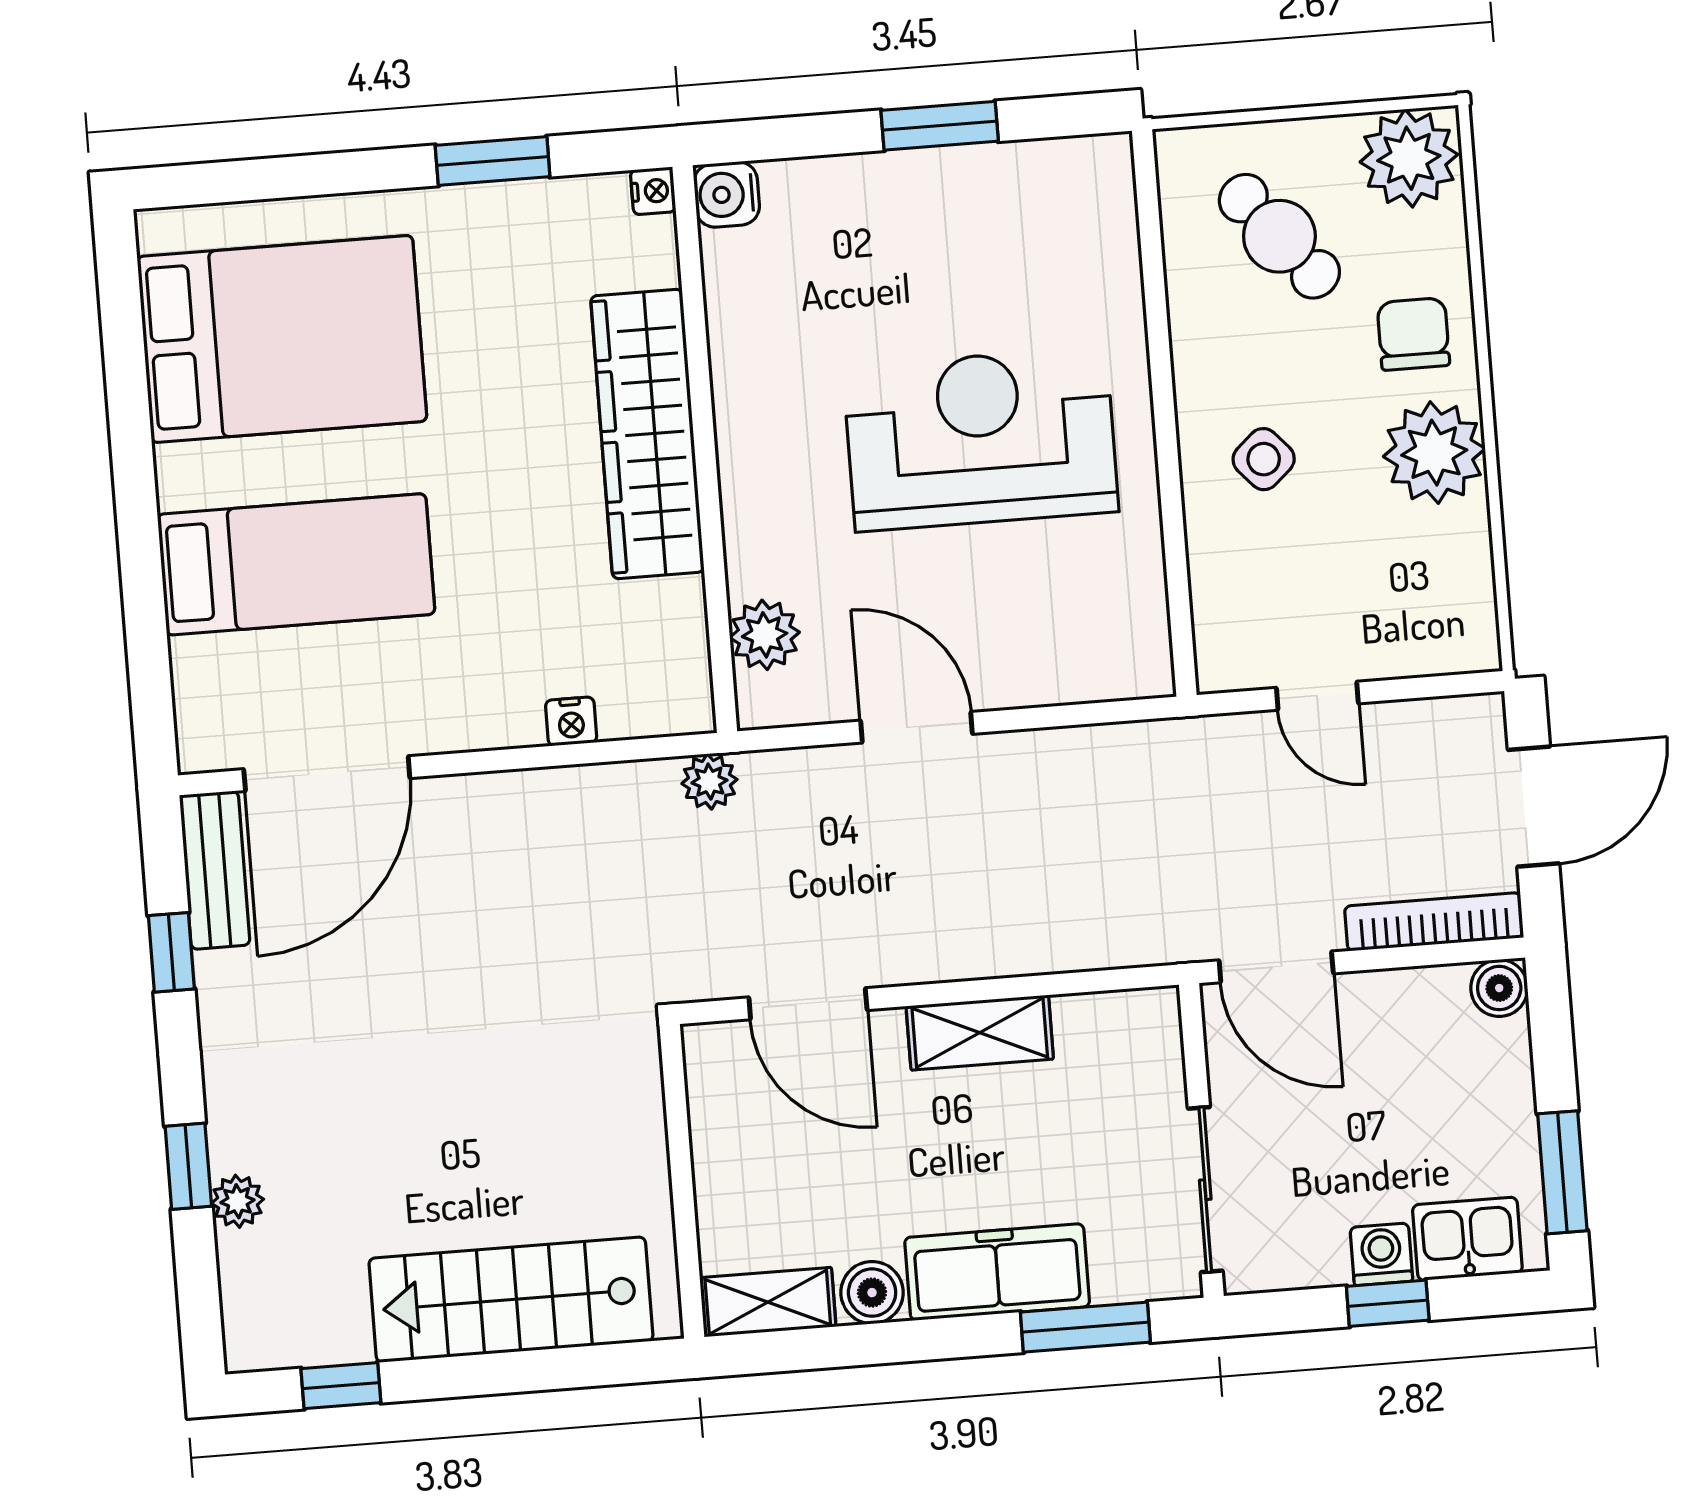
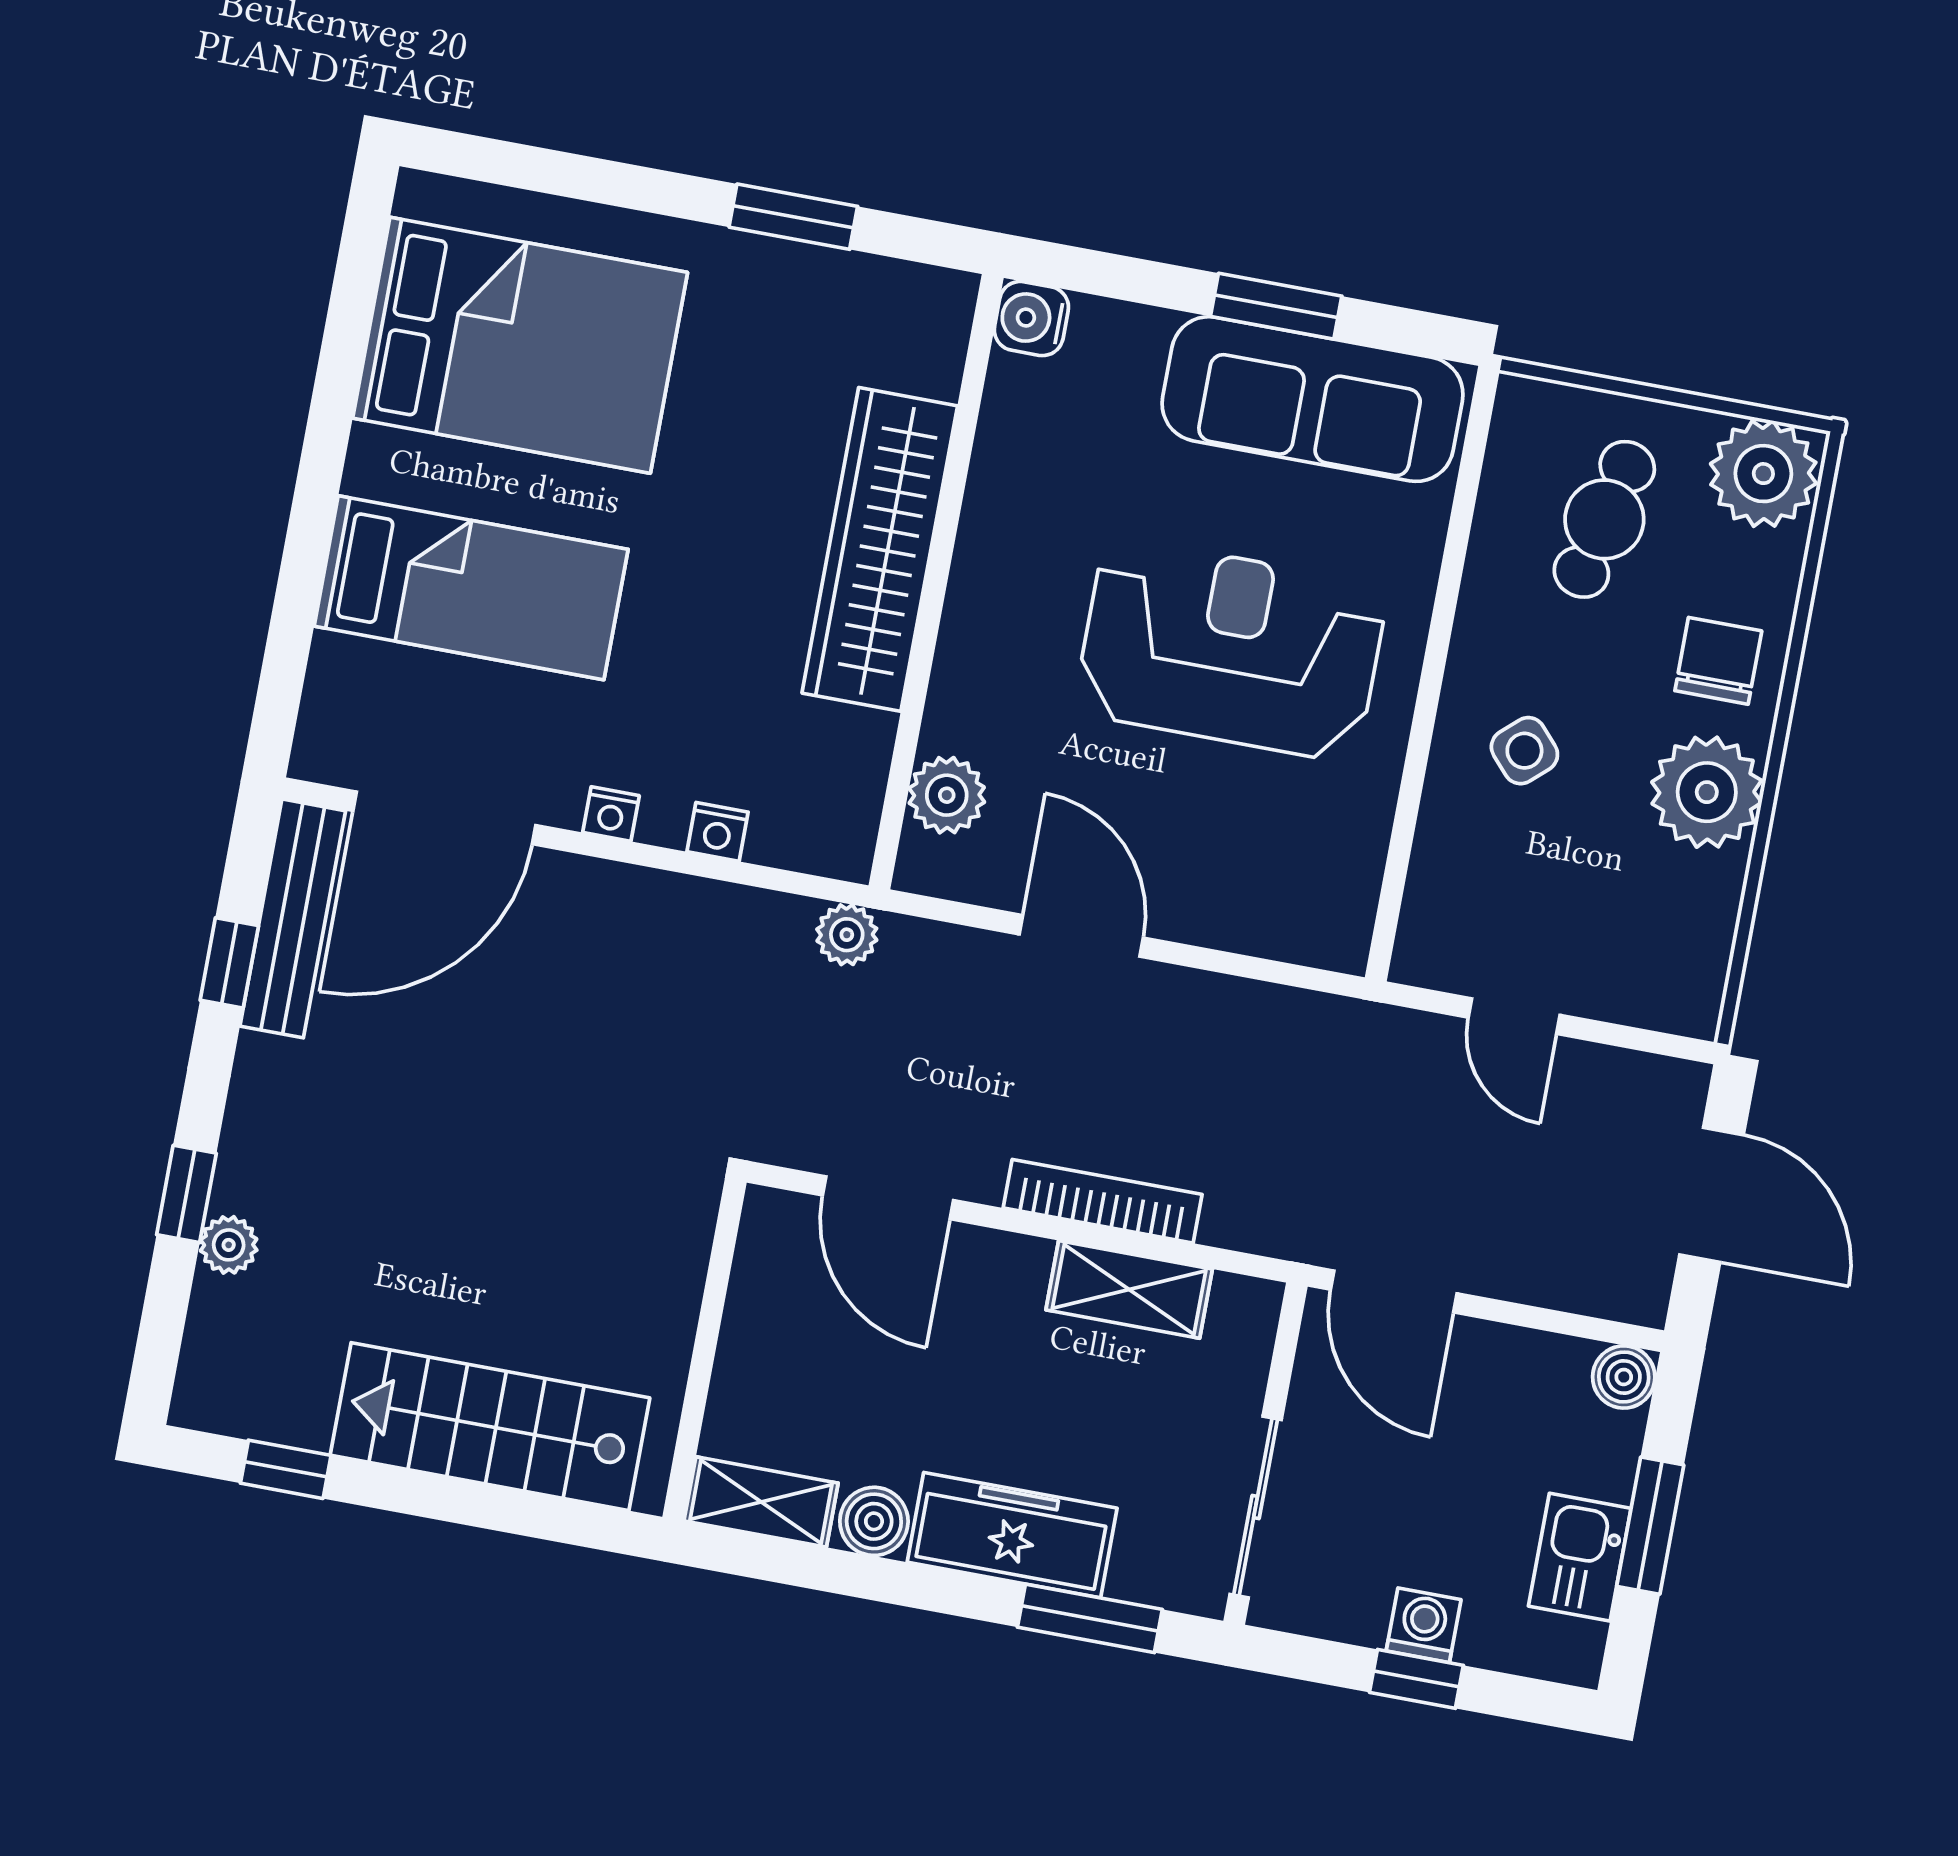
nightstand: (653, 191) -> (611, 814), moved, turned 90
sofa: (994, 199) -> (1313, 399), added
cafe table: (1279, 236) -> (1604, 519), turned 52
door: (1534, 807) -> (1712, 1195), hinge flipped
bench: (215, 870) -> (293, 918), width x1.36
bookcase: (1434, 922) -> (1103, 1201), moved
shelving: (980, 1033) -> (1129, 1289), moved
window: (1562, 1172) -> (1650, 1526), moved
kitchen sink: (1467, 1239) -> (1580, 1557), moved, turned -90

